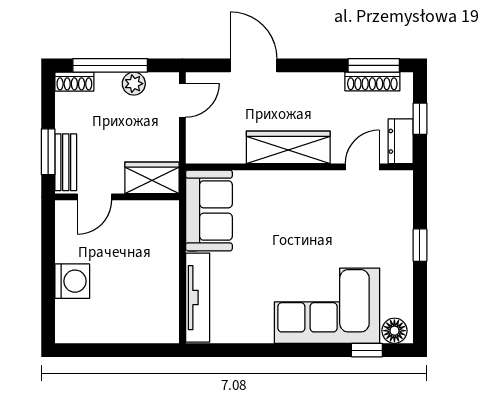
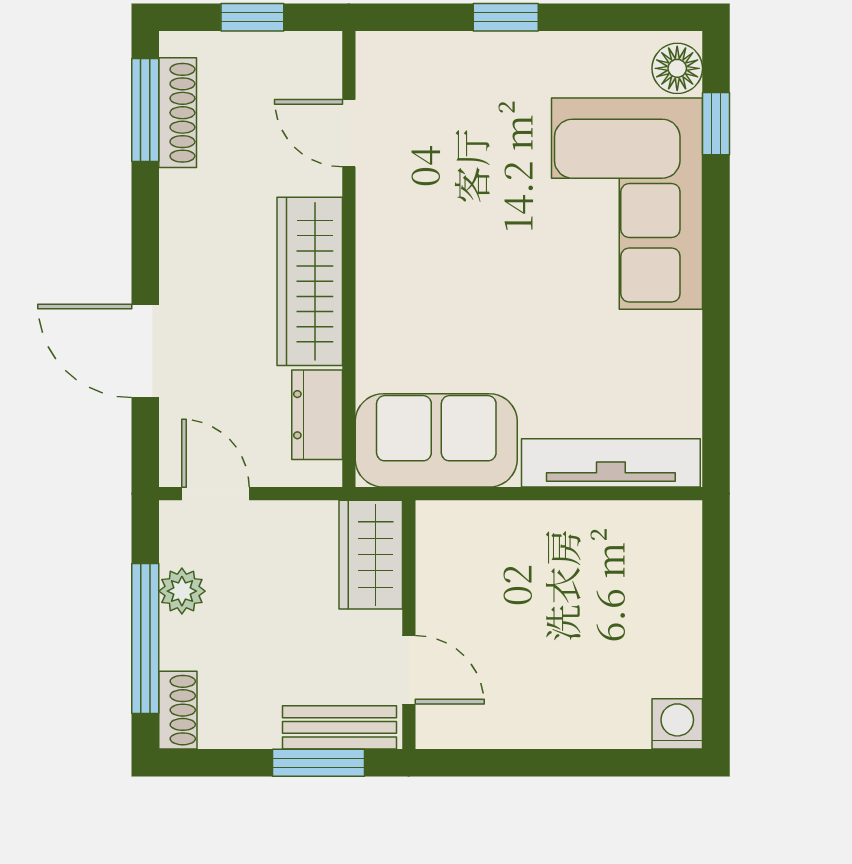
door: (254, 65) -> (145, 351), hinge flipped
dresser: (401, 141) -> (317, 415), moved, turned 90
washing machine: (72, 281) -> (677, 724), moved, width x0.73, depth x0.73

